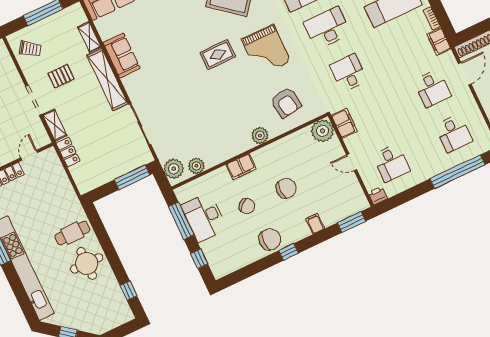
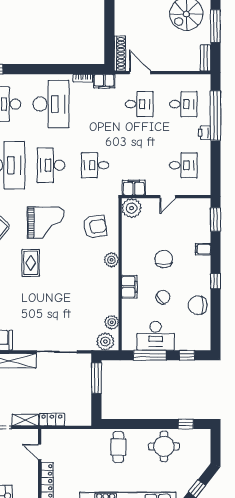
printer: (378, 196) -> (204, 133), moved
chair: (270, 239) -> (198, 305), moved, turned -90
round table: (87, 263) -> (164, 446), moved

